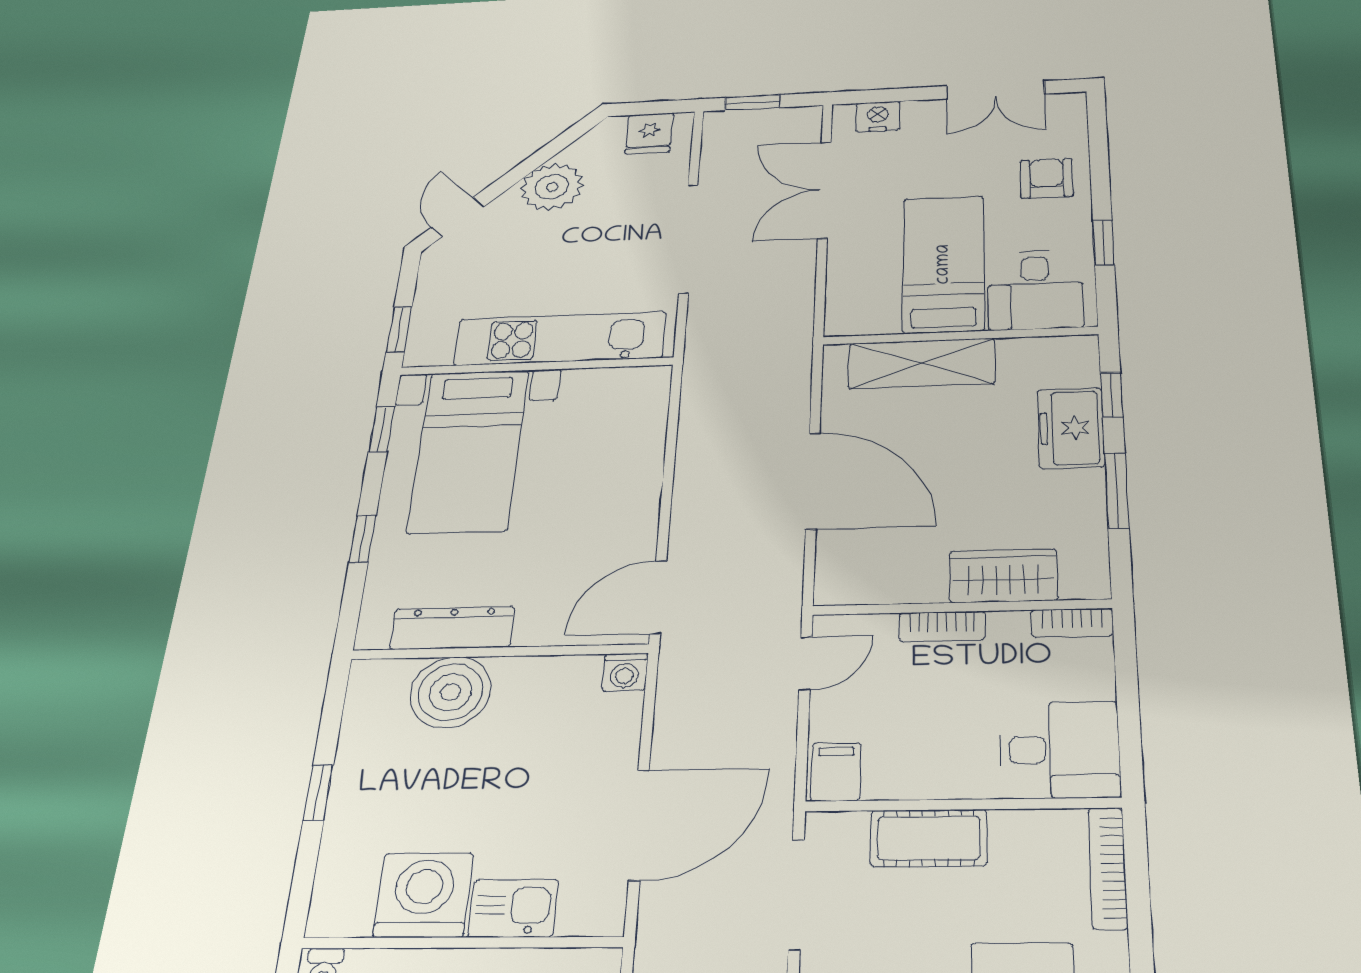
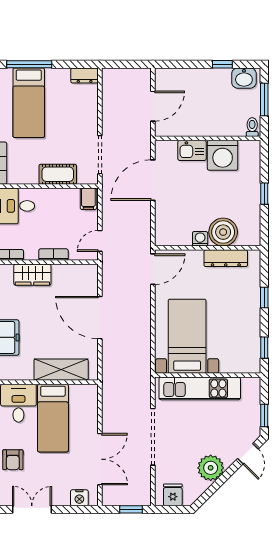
window: (399, 329) -> (264, 416), moved
bed with nightstands: (469, 450) -> (187, 336), moved
washing machine: (625, 672) -> (200, 239), moved

